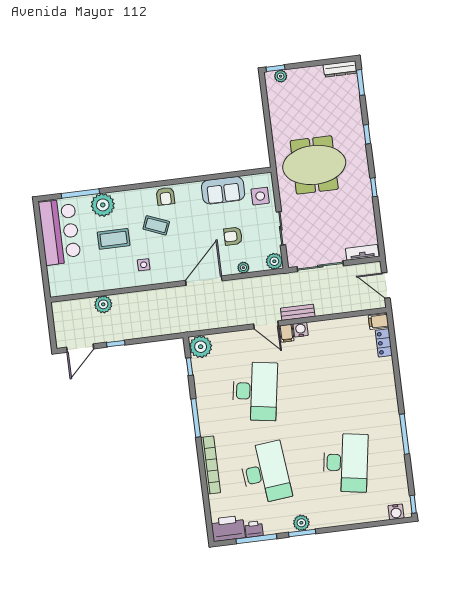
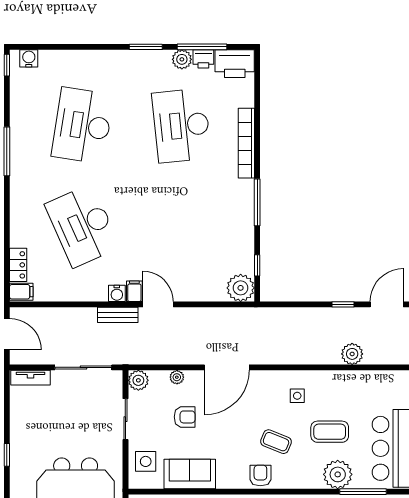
desk: (255, 391) -> (83, 226), moved, turned -33
plant: (301, 523) -> (182, 59), moved

